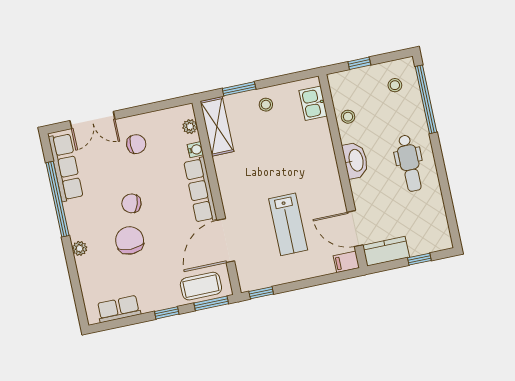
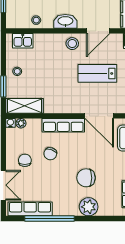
water cooler: (195, 150) -> (10, 123), moved
stool: (325, 178) -> (72, 44), added
chair: (131, 203) -> (50, 154), moved
lab bench: (288, 224) -> (97, 73), turned 180
door: (355, 229) -> (98, 31), moved
plant: (80, 248) -> (89, 207), width x1.88, depth x1.88

